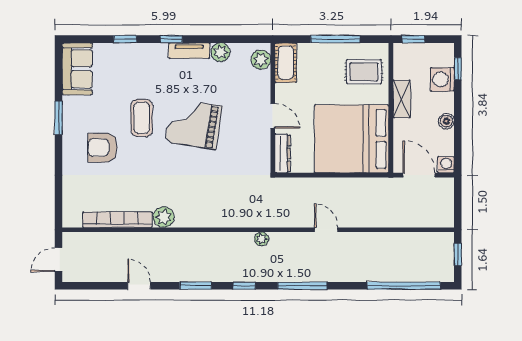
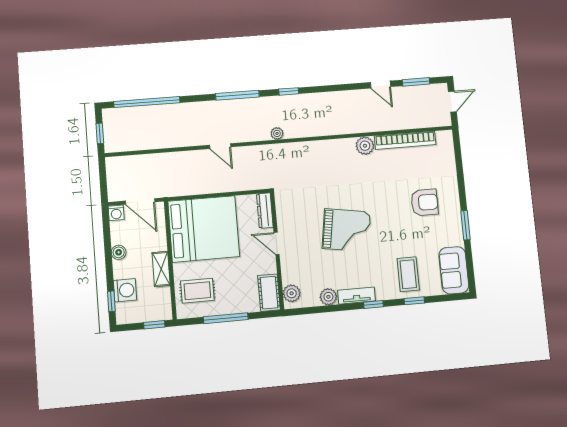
coffee table: (142, 118) -> (408, 274), moved
window: (196, 286) -> (416, 82), moved

